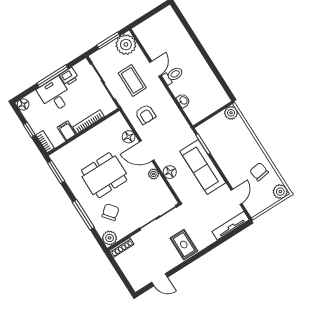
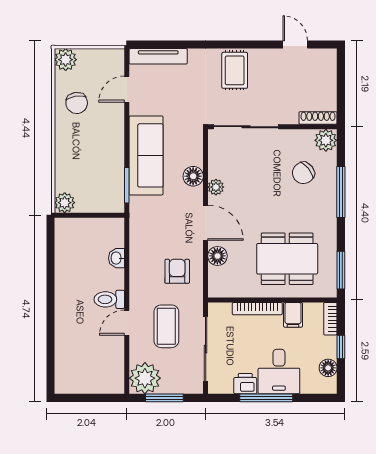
floor lamp: (23, 104) -> (328, 368), moved
dining table: (104, 175) -> (287, 259), moved

